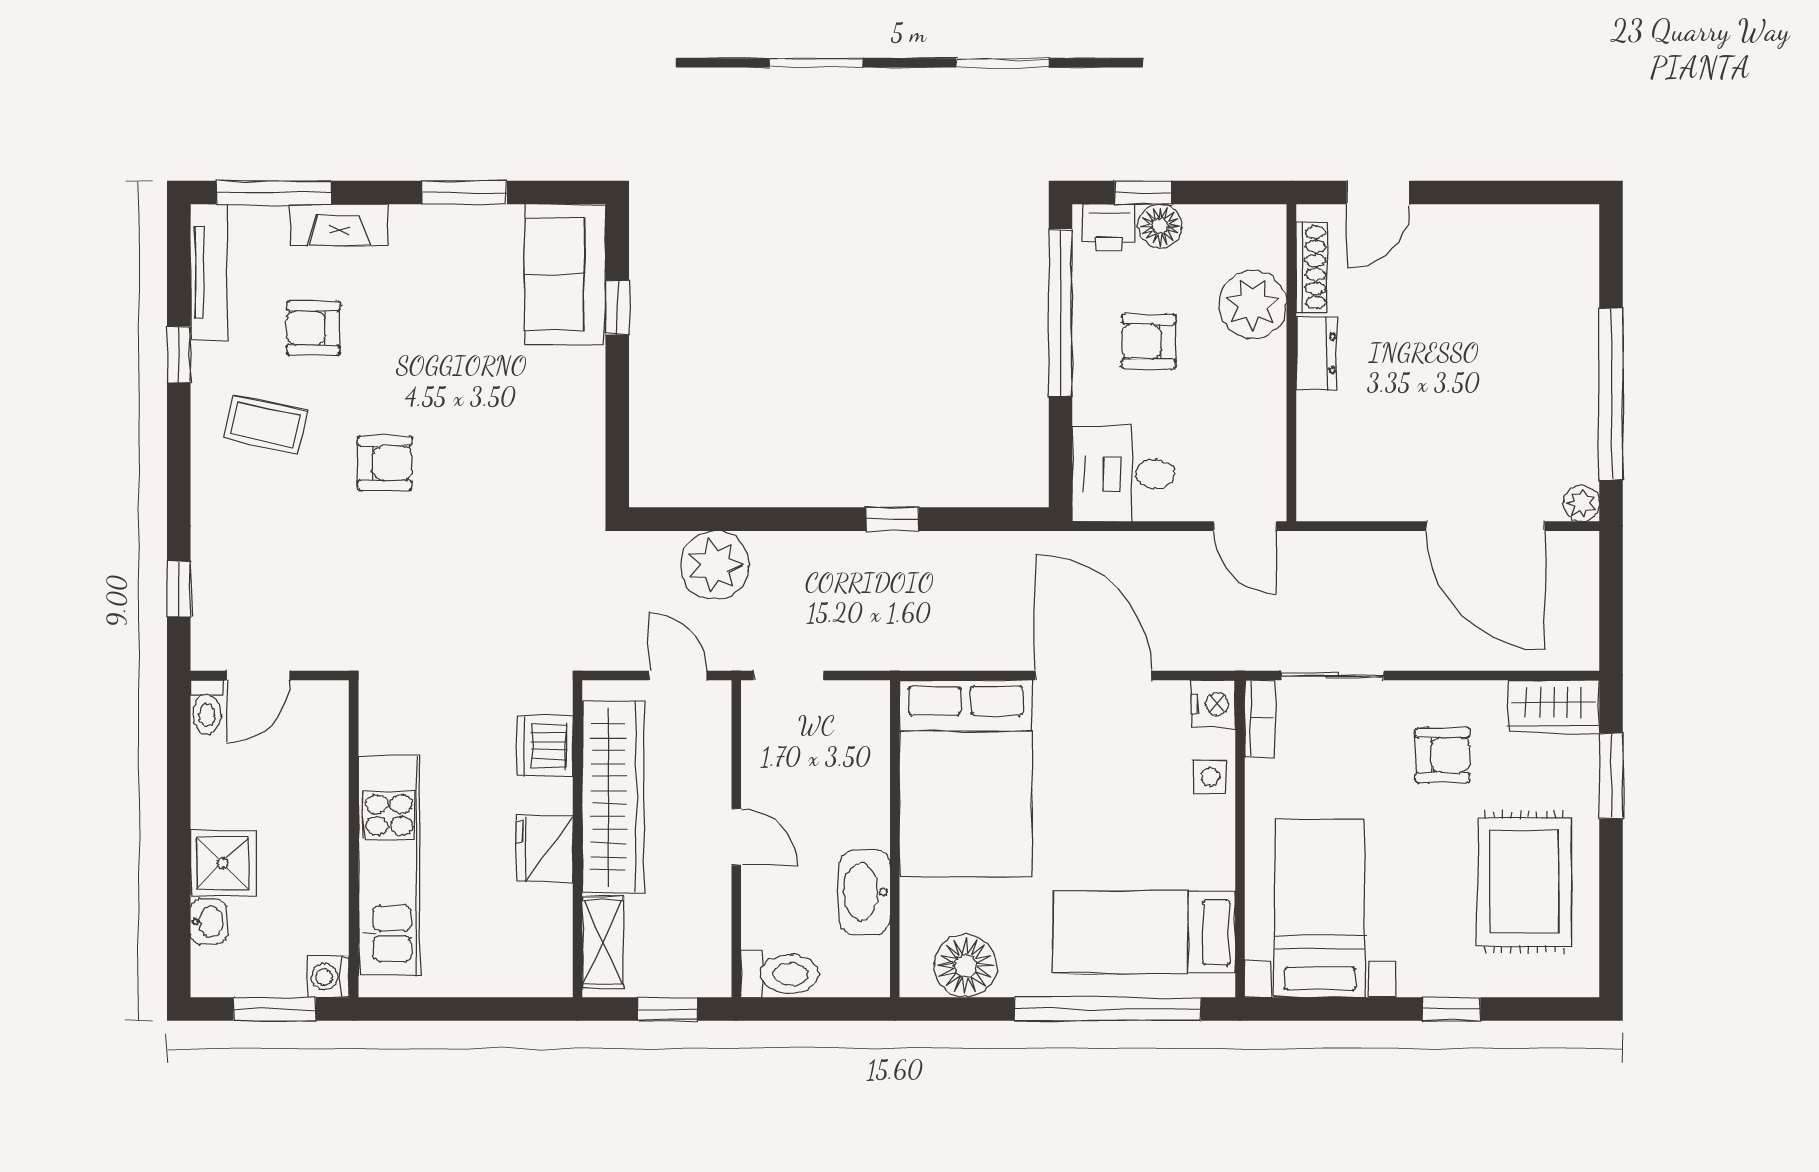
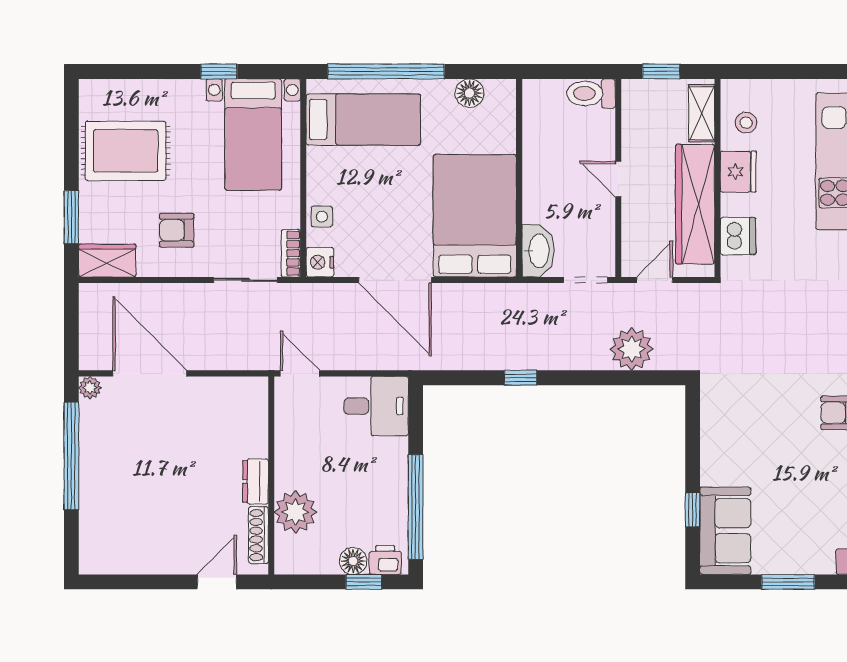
armchair: (1149, 342) -> (360, 489), removed
door: (678, 675) -> (655, 280), swing flipped
rug: (1524, 882) -> (126, 151), turned 90
washbasin: (864, 892) -> (538, 251), moved
stool: (532, 927) -> (746, 123), added
floor lamp: (966, 966) -> (470, 93), width x0.73, depth x0.73
window: (1451, 1009) -> (219, 71), moved

